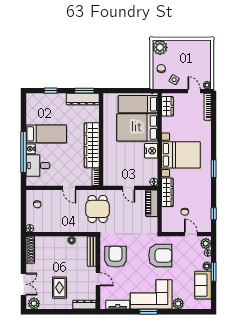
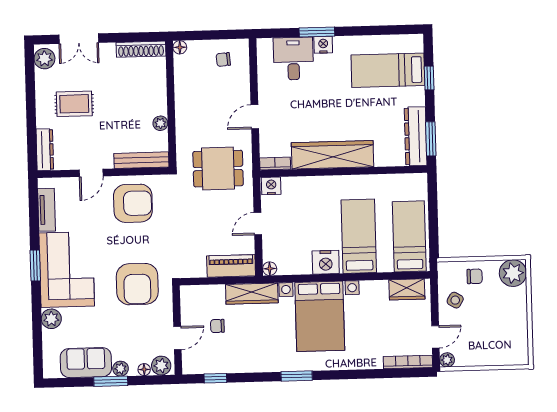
bed: (137, 127) -> (359, 236), width x0.67
bed: (46, 134) -> (388, 70), moved, turned 90
window: (23, 152) -> (317, 32), width x0.47
nightstand: (108, 180) -> (271, 186), added

